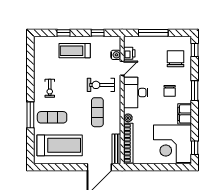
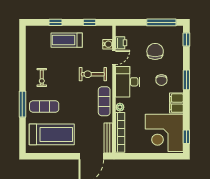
window: (153, 33) -> (161, 22), moved
chair: (176, 59) -> (155, 51), moved
exercise mat: (97, 112) -> (104, 101), moved

